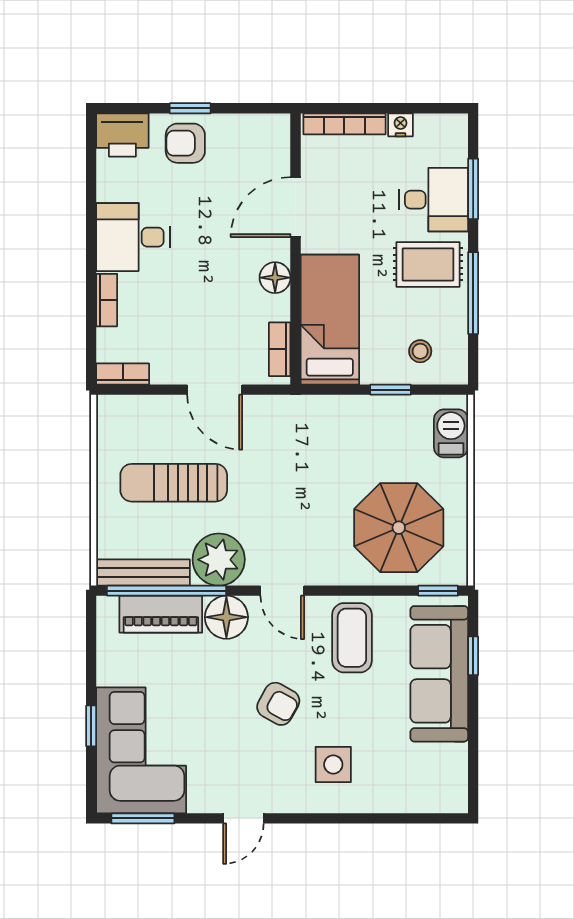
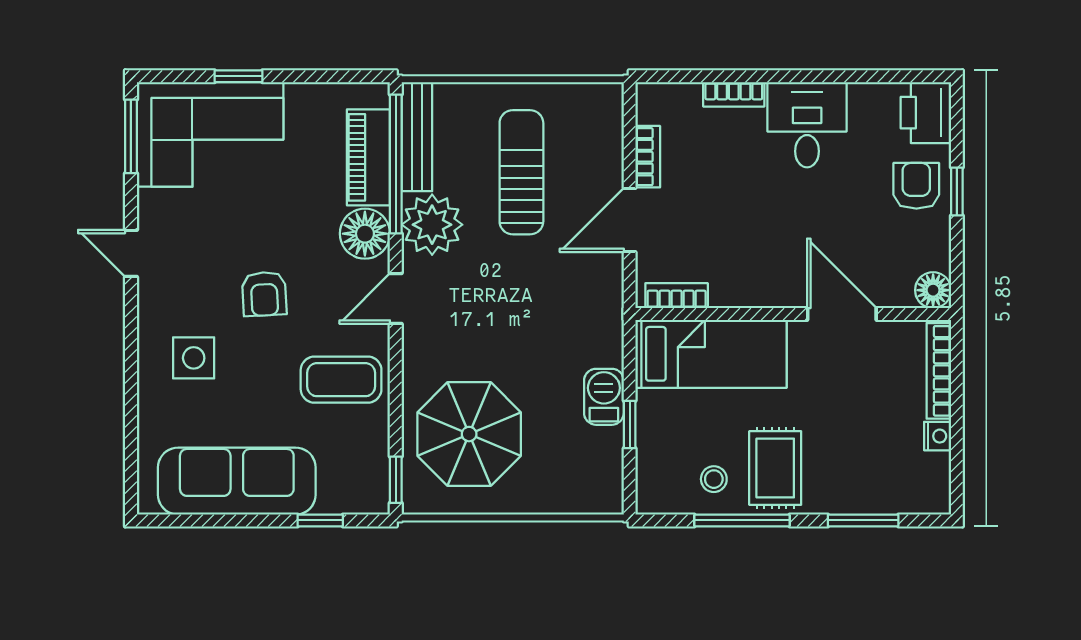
desk: (434, 200) -> (851, 475), removed
floor lamp: (275, 278) -> (933, 290), moved
stool: (420, 351) -> (714, 479), moved
bookcase: (123, 374) -> (648, 157), moved
barbecue: (451, 433) -> (604, 397), moved, turned -90
sofa: (439, 674) -> (237, 481), moved
armchair: (278, 704) -> (264, 294), turned -32

